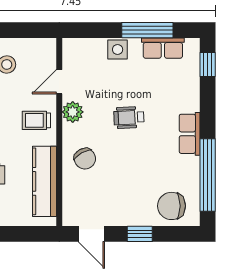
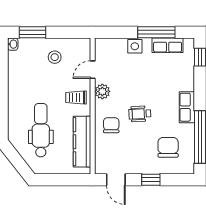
wheelchair: (129, 118) -> (140, 114), moved
chair: (85, 159) -> (111, 125), turned -150
chair: (172, 206) -> (168, 147), moved, turned 90

